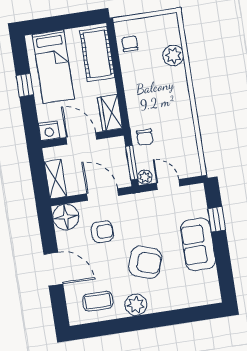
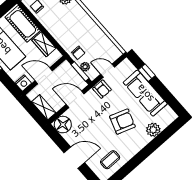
wardrobe: (110, 113) -> (44, 44), moved
plant: (145, 177) -> (85, 67), moved
armchair: (102, 232) -> (102, 89), moved, turned 90
sofa: (198, 244) -> (145, 93), width x1.36
plant: (136, 305) -> (153, 130), moved

